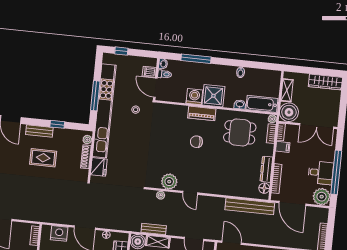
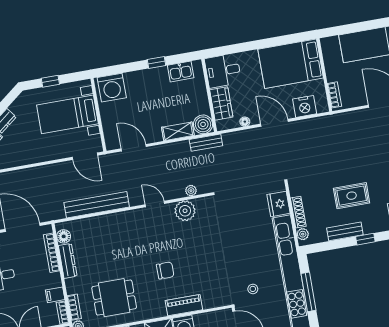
piano: (202, 113) -> (184, 305), moved
window: (57, 124) -> (365, 239), moved
bench: (39, 131) -> (345, 231), moved
bench: (250, 206) -> (97, 205), moved
bench: (154, 229) -> (206, 143), moved

